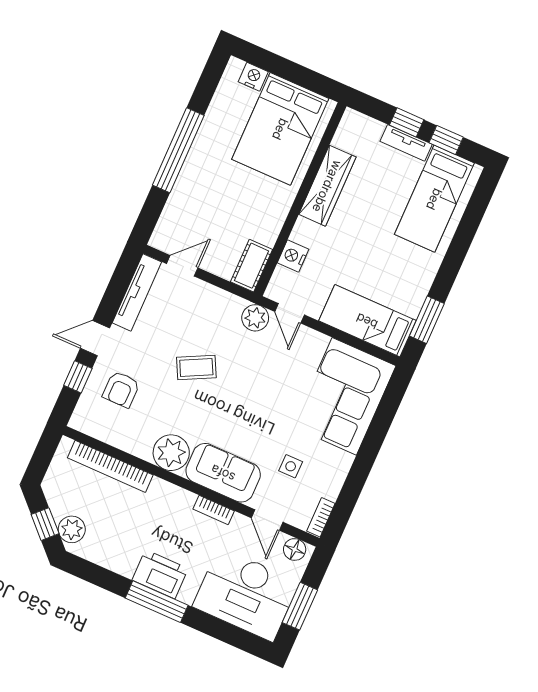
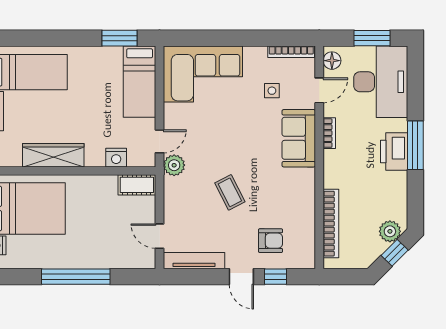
plant: (171, 453) -> (301, 183), removed
bookcase: (321, 517) -> (291, 52), width x1.56

